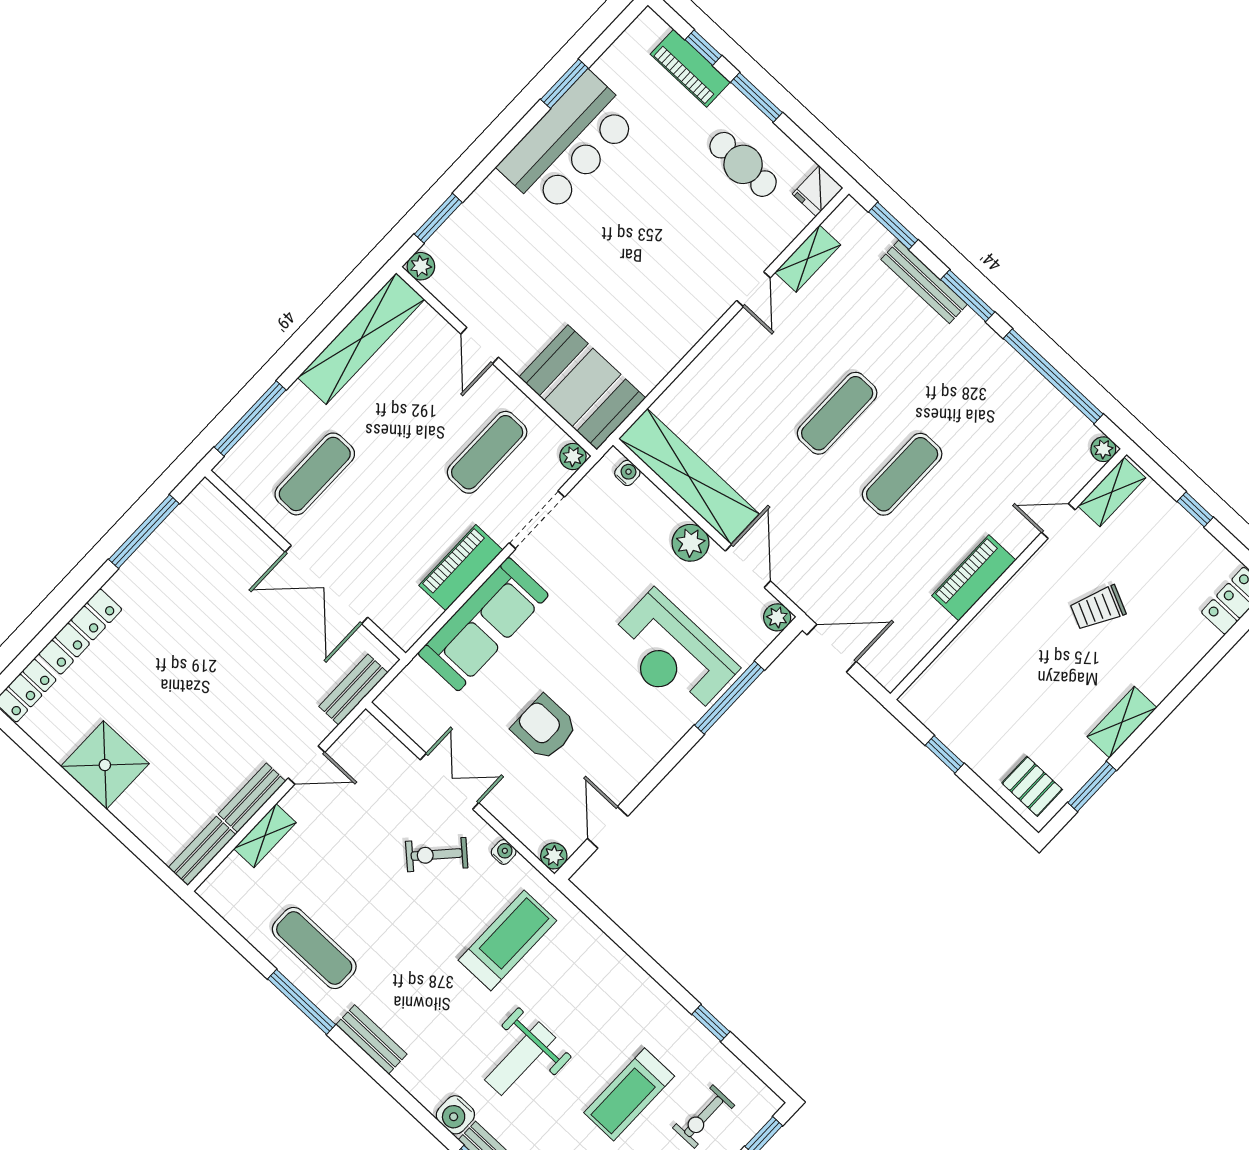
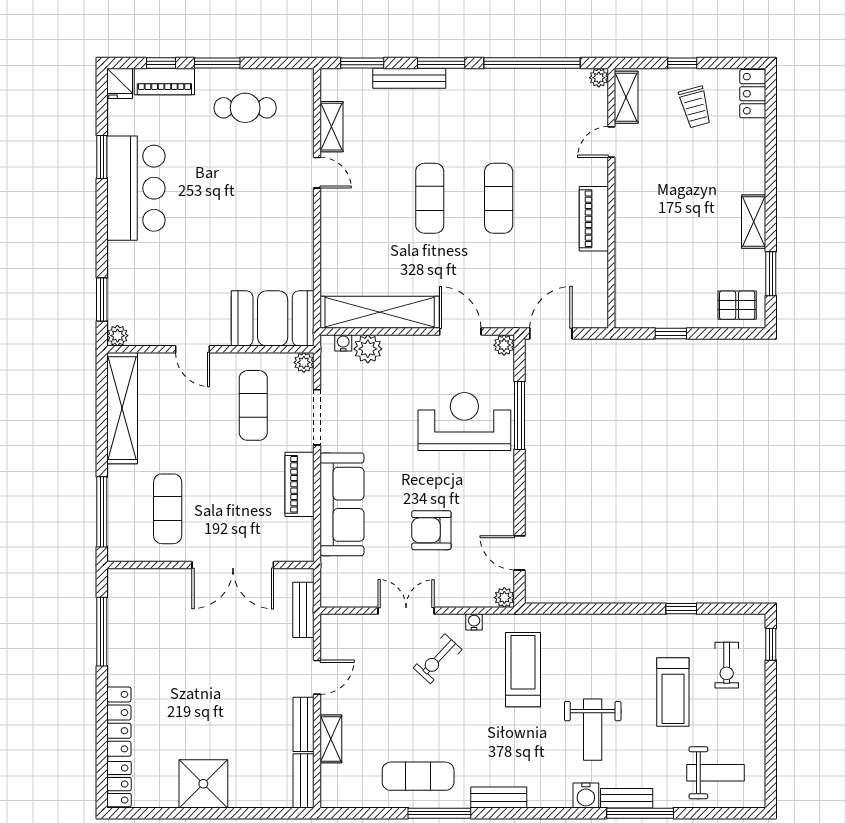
fridge: (818, 191) -> (120, 83), moved
plant: (691, 543) -> (368, 349), moved
trolley: (1098, 608) -> (695, 107), moved, turned -40
reception desk: (672, 654) -> (464, 421), turned 180

